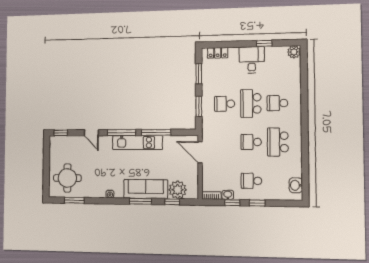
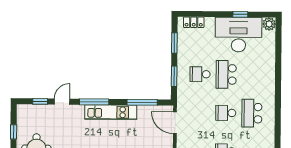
desk: (252, 60) -> (238, 35), width x1.87, depth x1.30
school desk: (277, 103) -> (252, 75), removed
window: (156, 132) -> (142, 102), moved
window: (61, 133) -> (40, 101), moved
door: (91, 133) -> (62, 102), swing flipped
window: (46, 162) -> (14, 132), added

